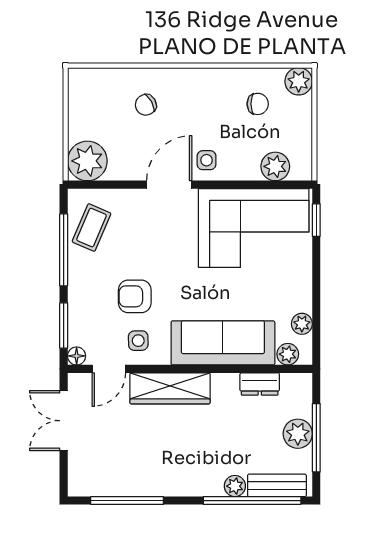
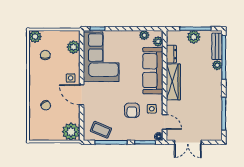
wardrobe: (170, 388) -> (173, 82), moved

